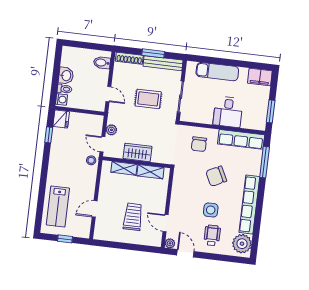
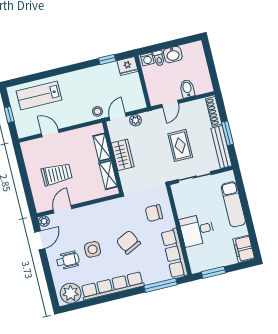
bidet: (102, 63) -> (187, 89), moved

